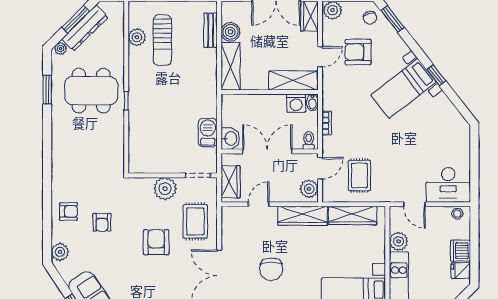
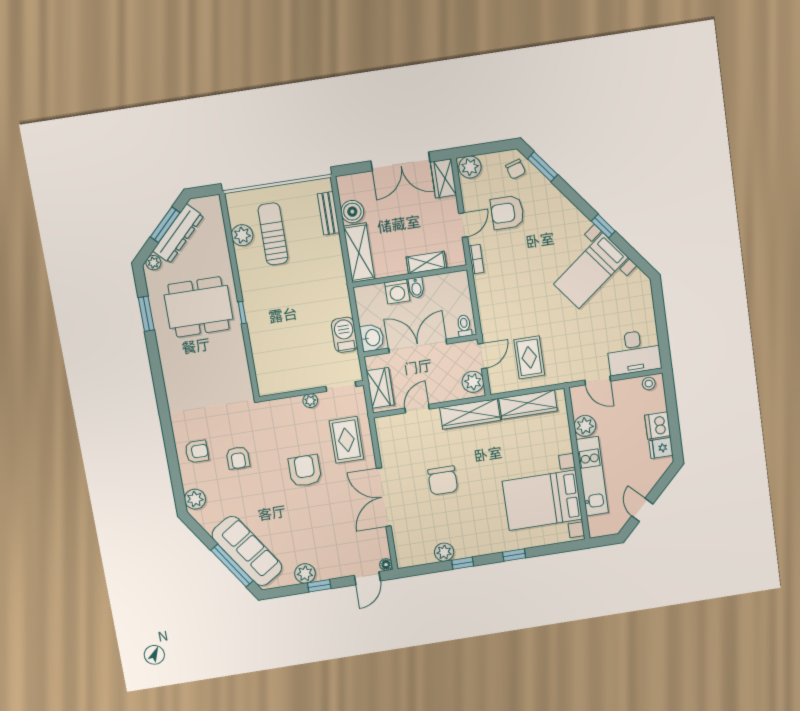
sun lounger: (162, 40) -> (273, 234), turned 180
shelving: (293, 80) -> (426, 263), width x0.67, depth x0.75
bed with nightstands: (404, 88) -> (591, 271), moved
bidet: (312, 102) -> (416, 288), moved
washing machine: (296, 103) -> (397, 292), moved
bookcase: (327, 123) -> (476, 259), moved
plant: (165, 189) -> (310, 401), width x0.53, depth x0.53

